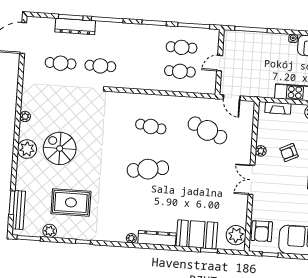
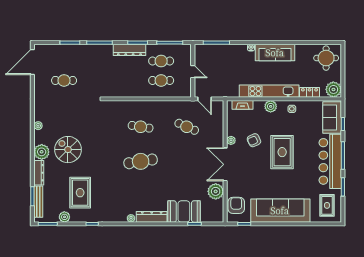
dresser: (75, 26) -> (129, 50), moved
door: (220, 63) -> (193, 72), swing flipped
cafe table: (100, 66) -> (96, 80), removed
cafe table: (207, 130) -> (187, 127), width x0.73, depth x0.74
dresser: (22, 175) -> (39, 173), added
double door: (252, 180) -> (225, 164), width x1.37
rug: (71, 202) -> (80, 193), turned 90
armchair: (262, 231) -> (236, 205), turned 180
plant: (236, 235) -> (216, 191), moved

